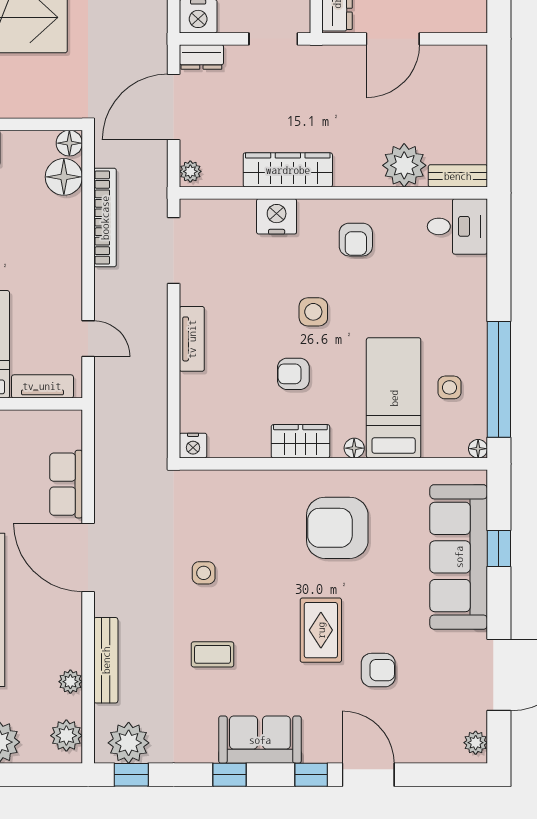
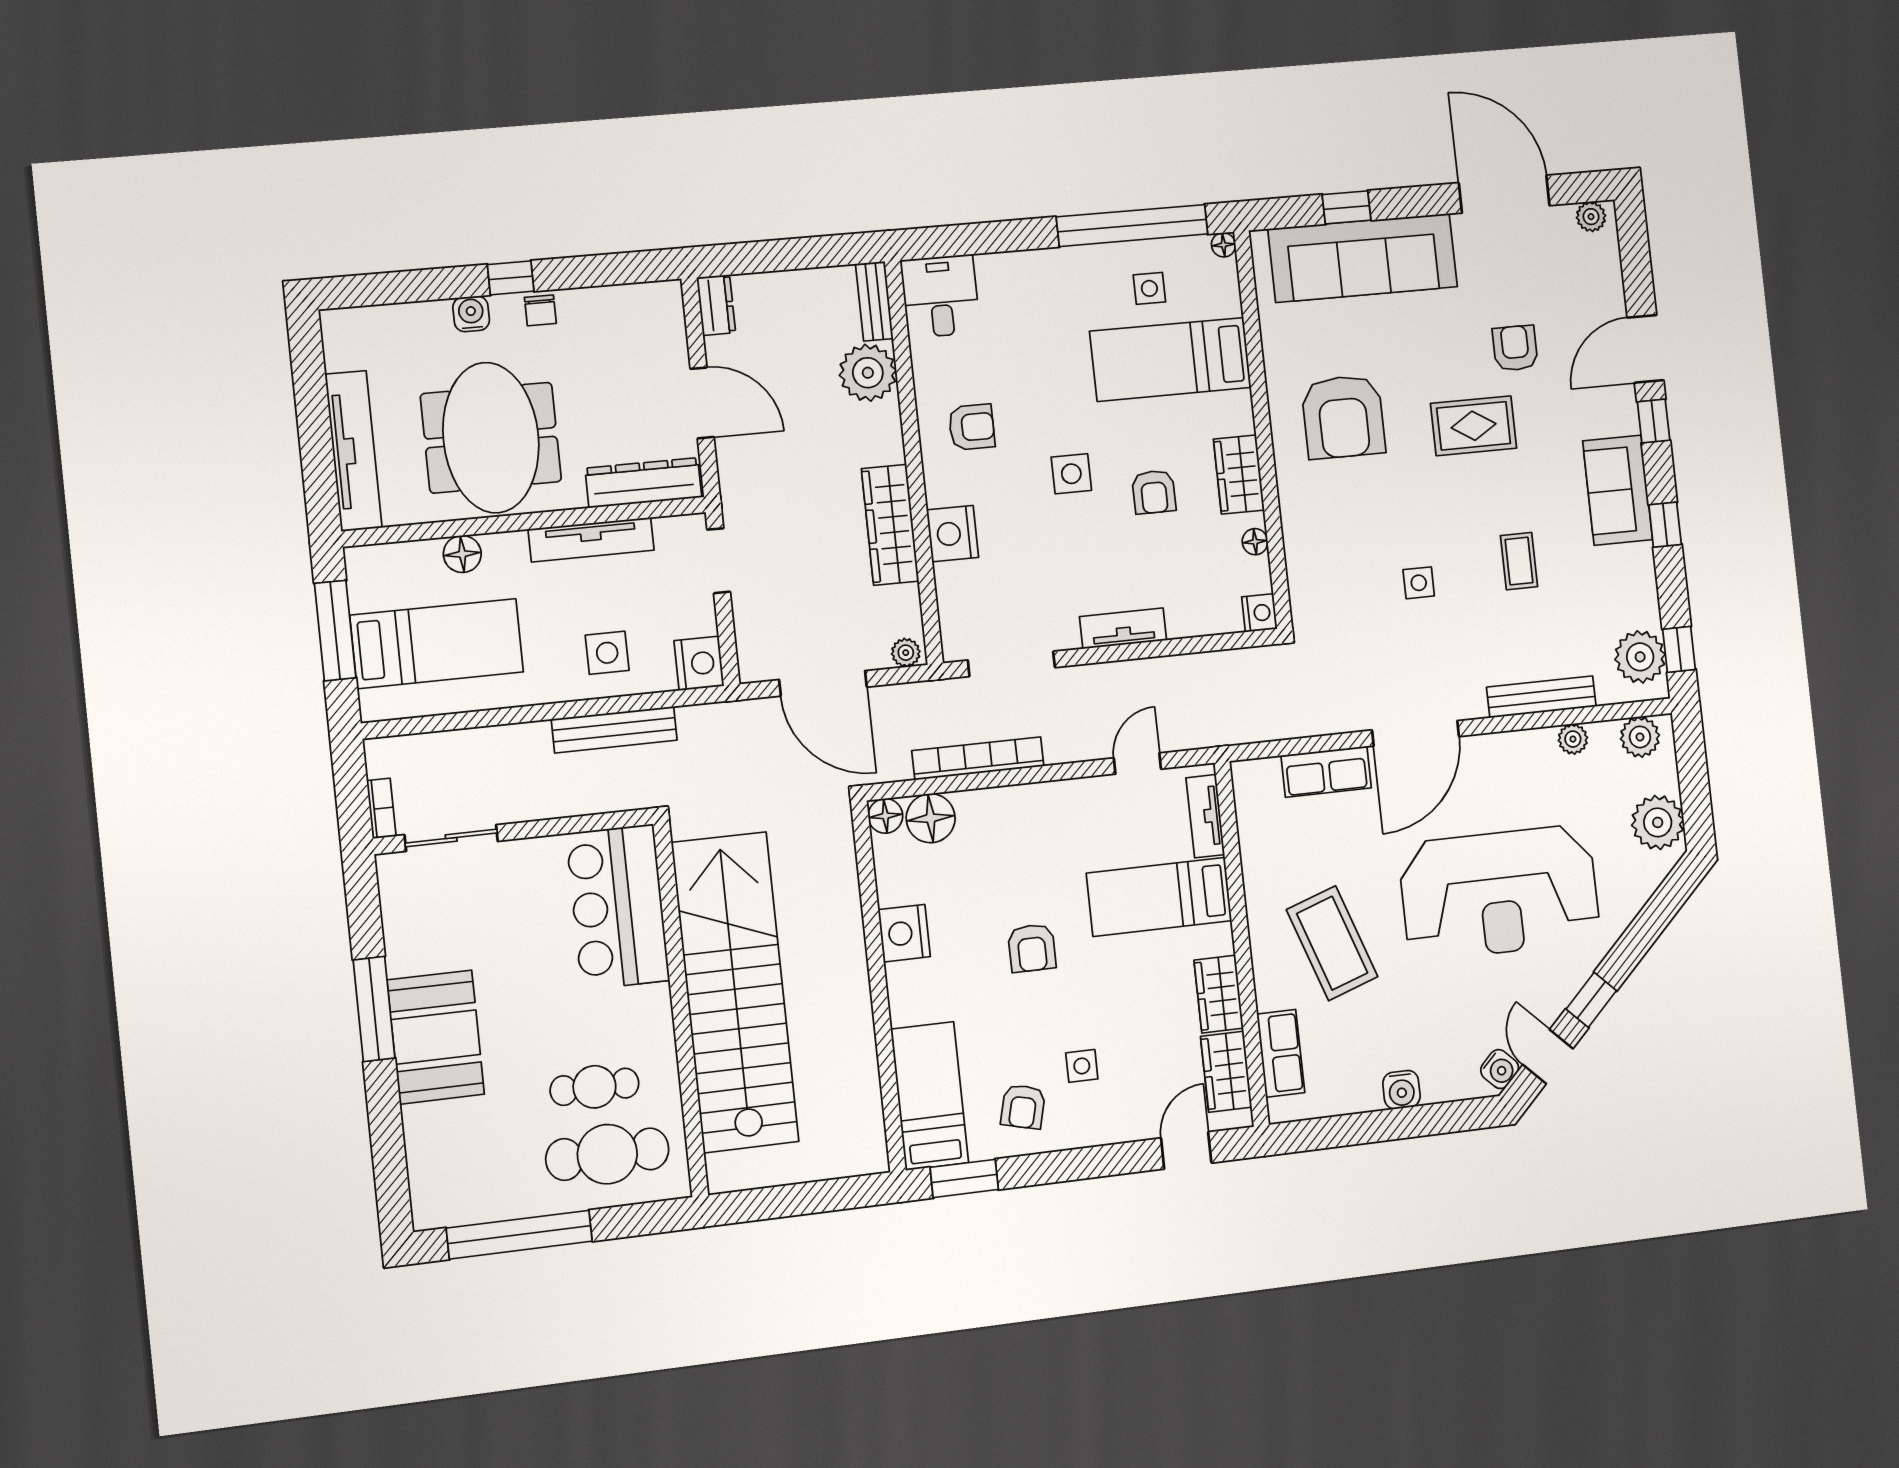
dresser: (201, 57) -> (716, 305), moved
floor lamp: (354, 448) -> (1255, 542), moved

